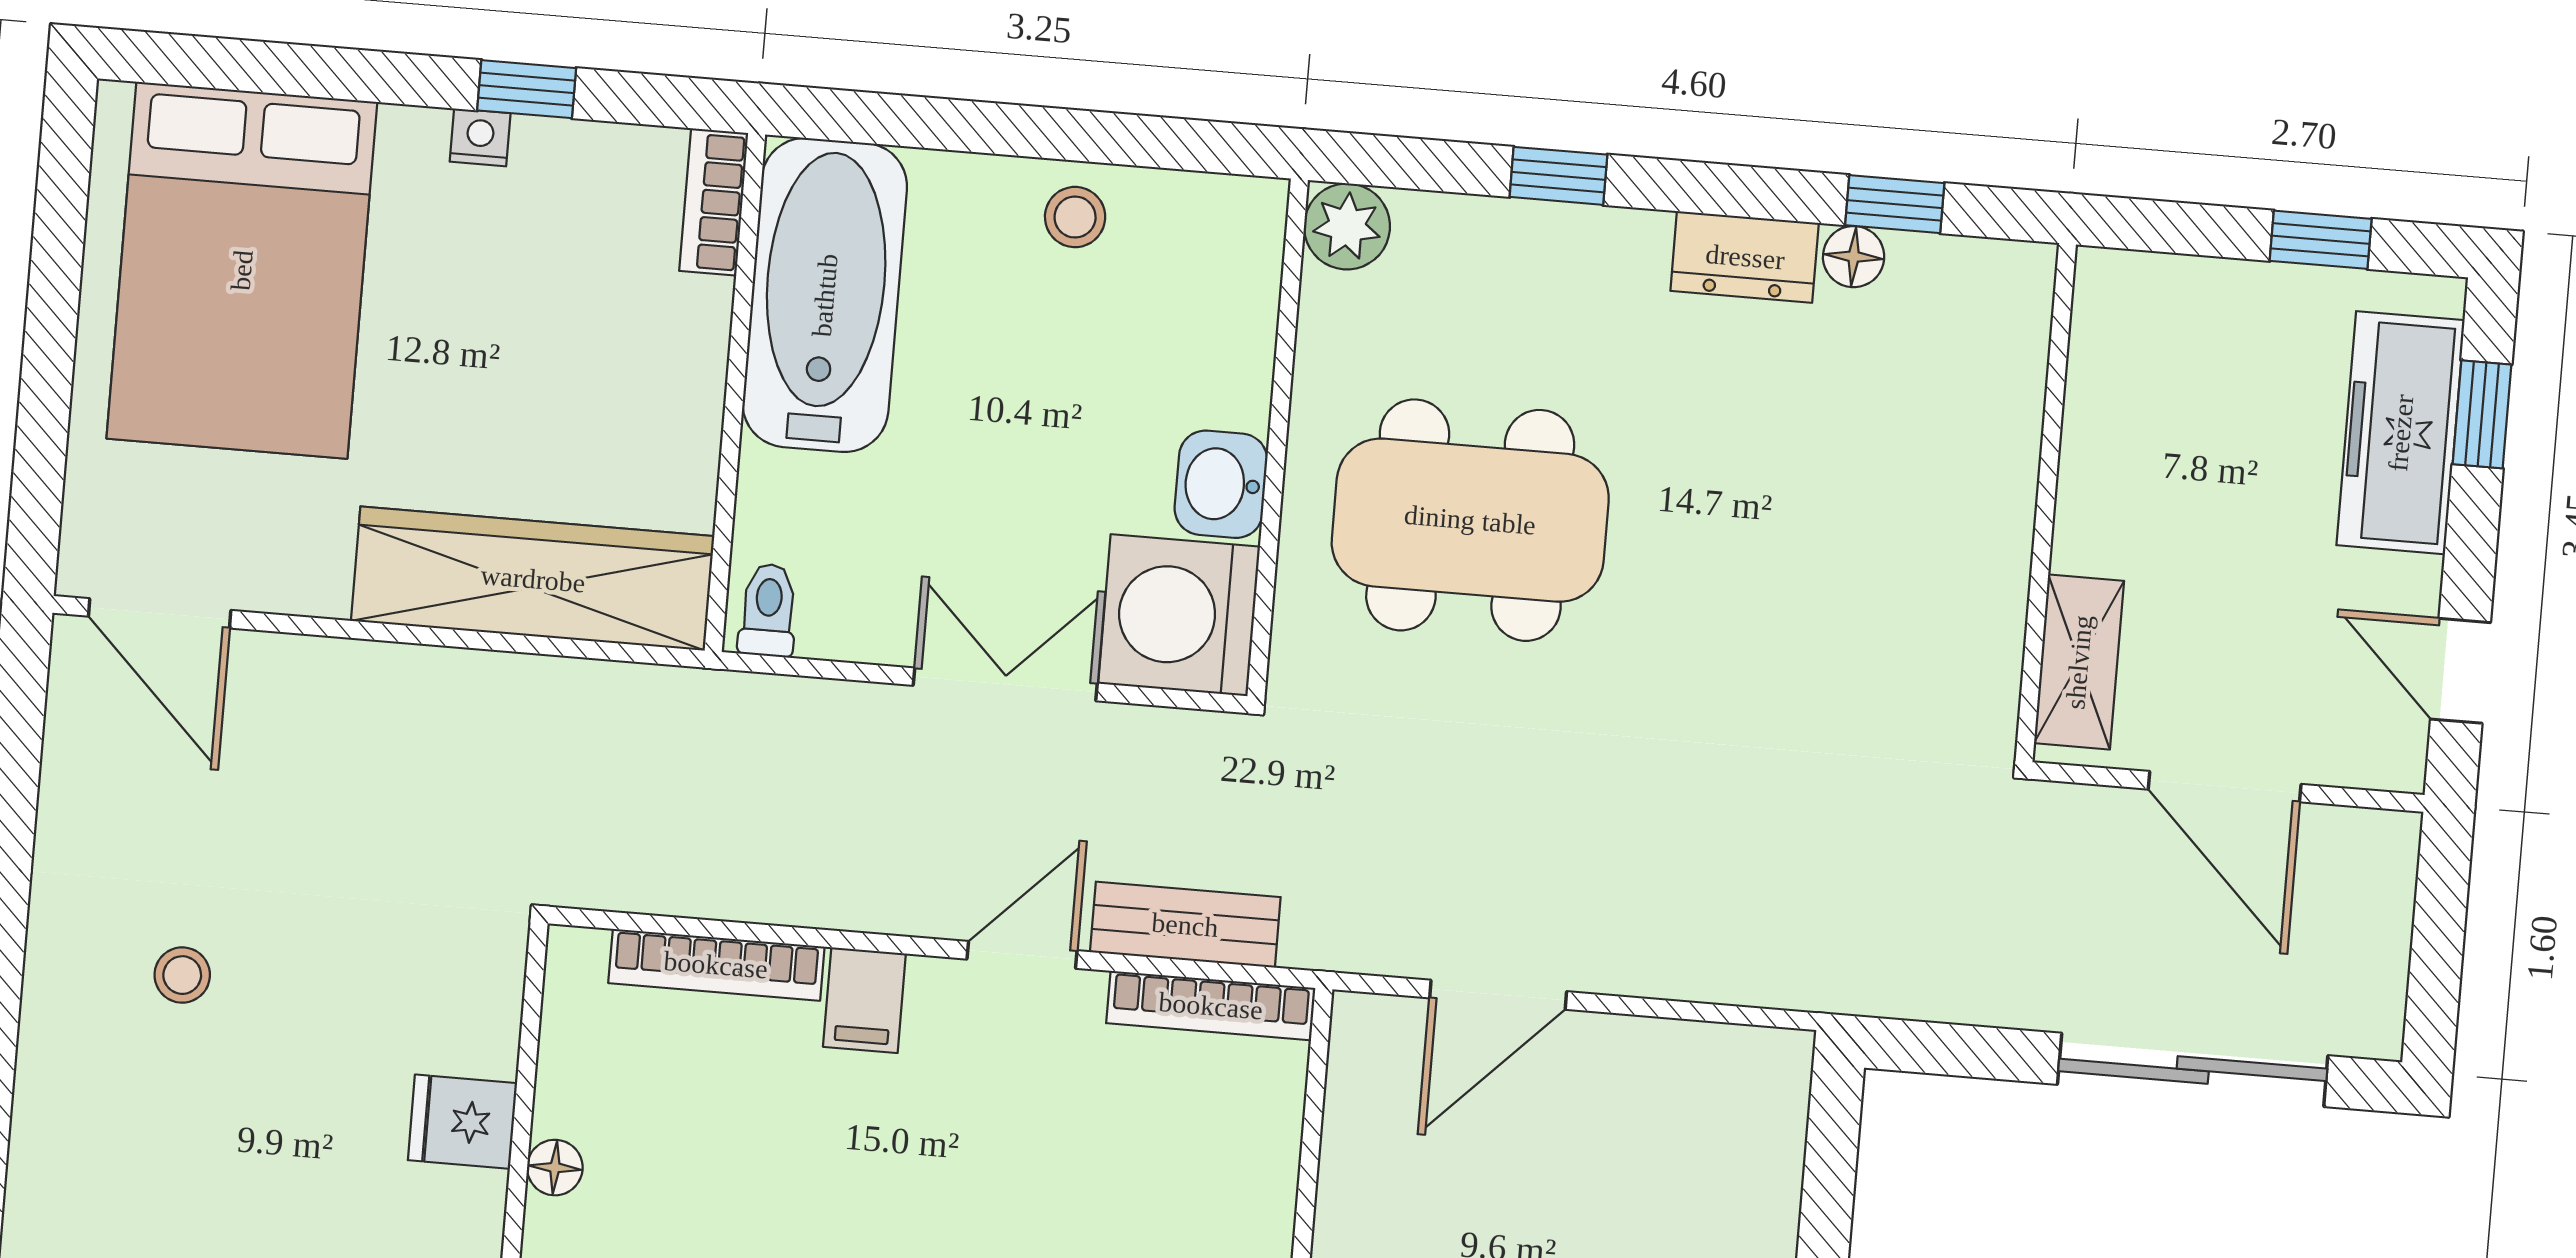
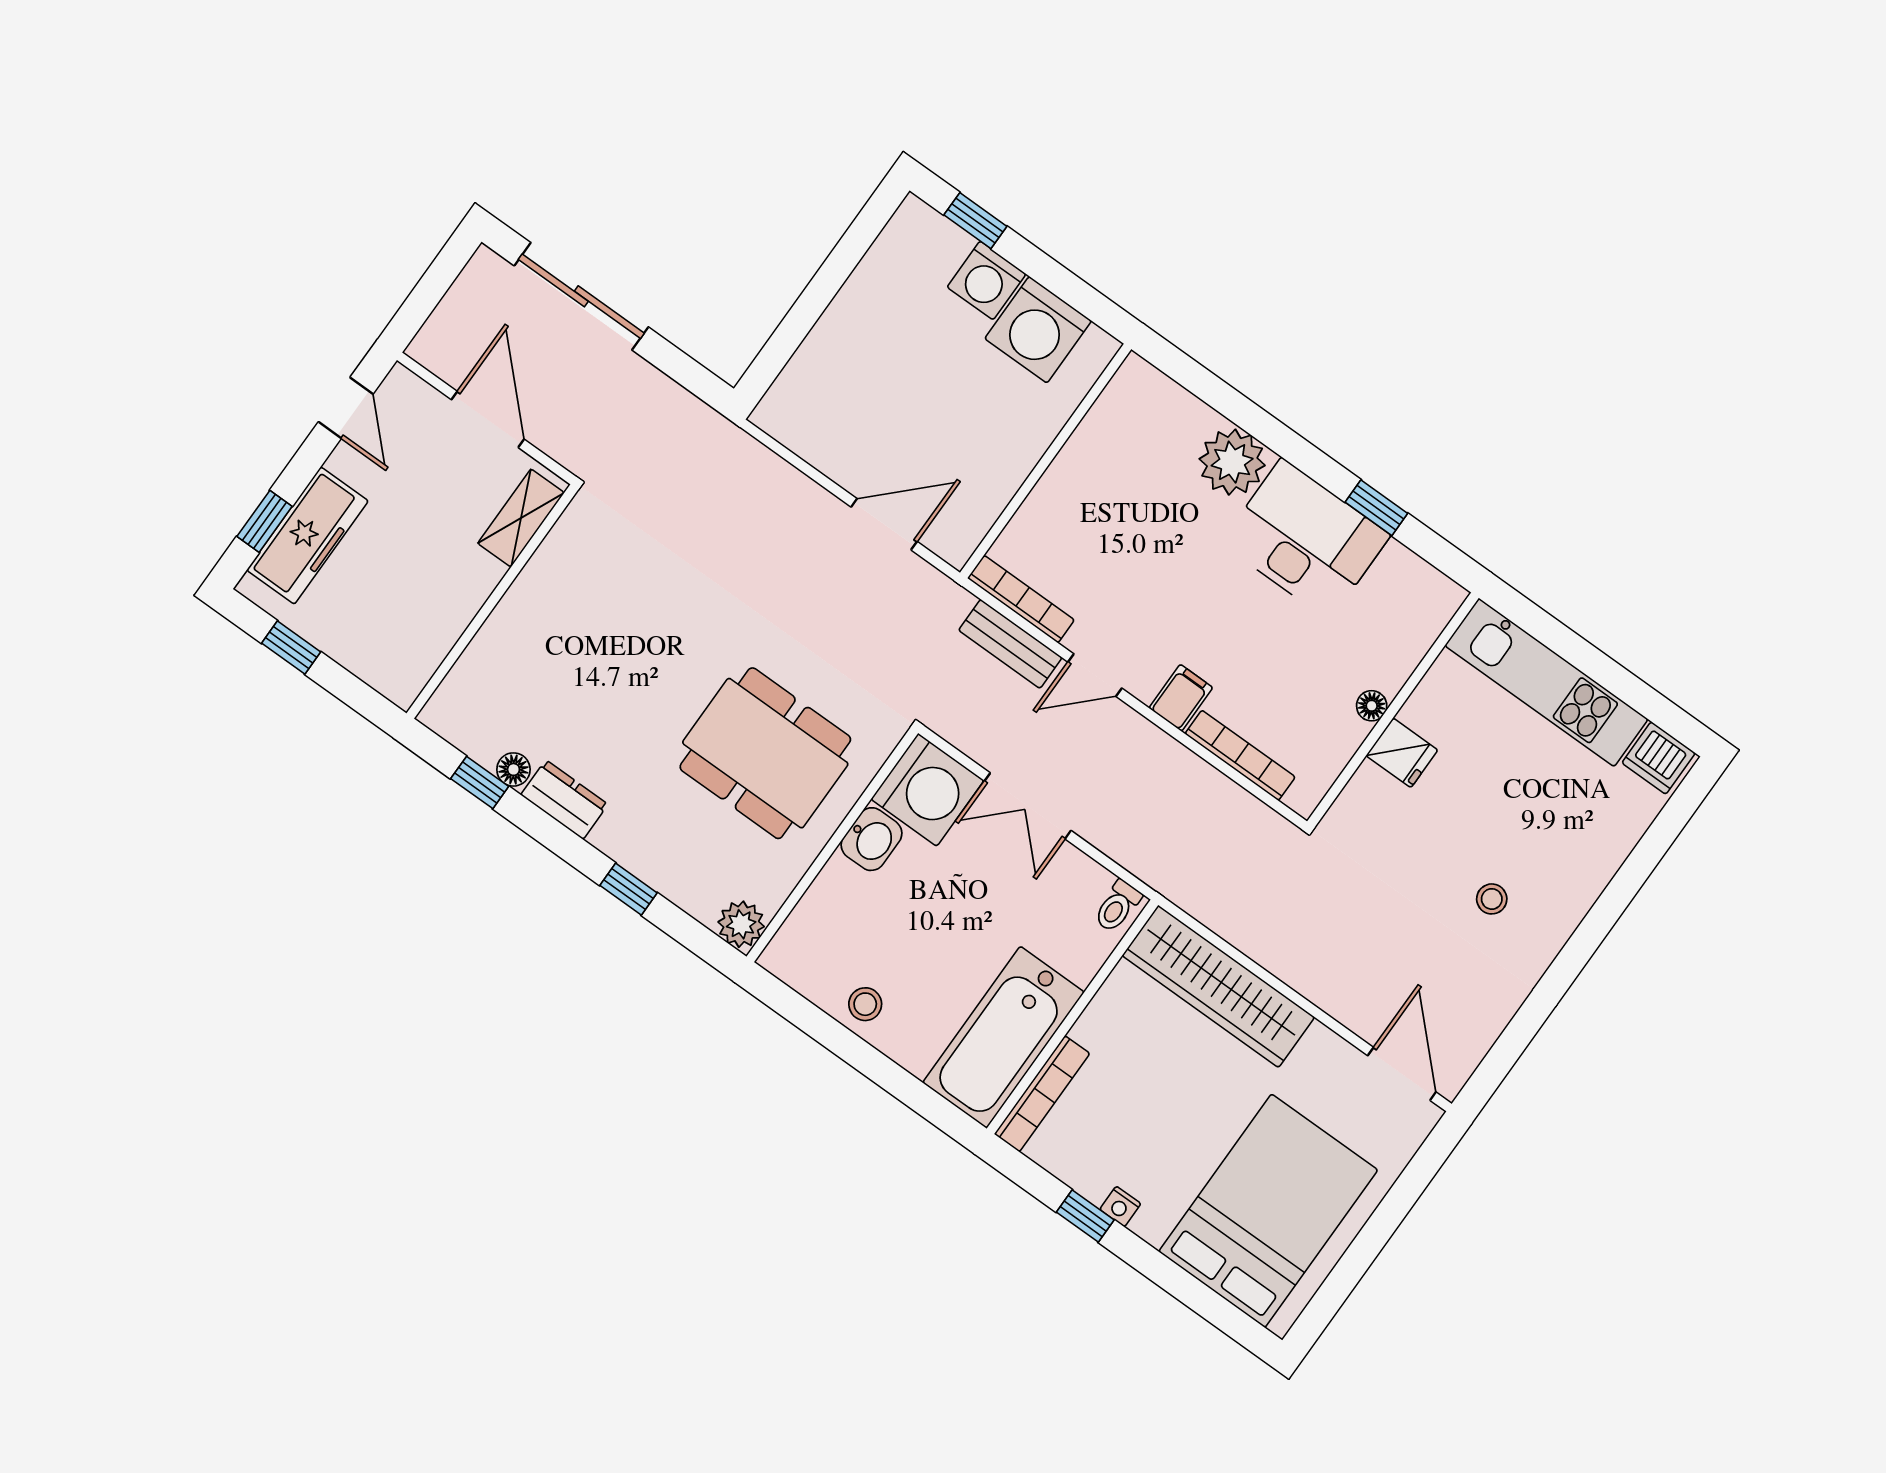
bookcase: (714, 202) -> (1042, 1094), width x1.56

